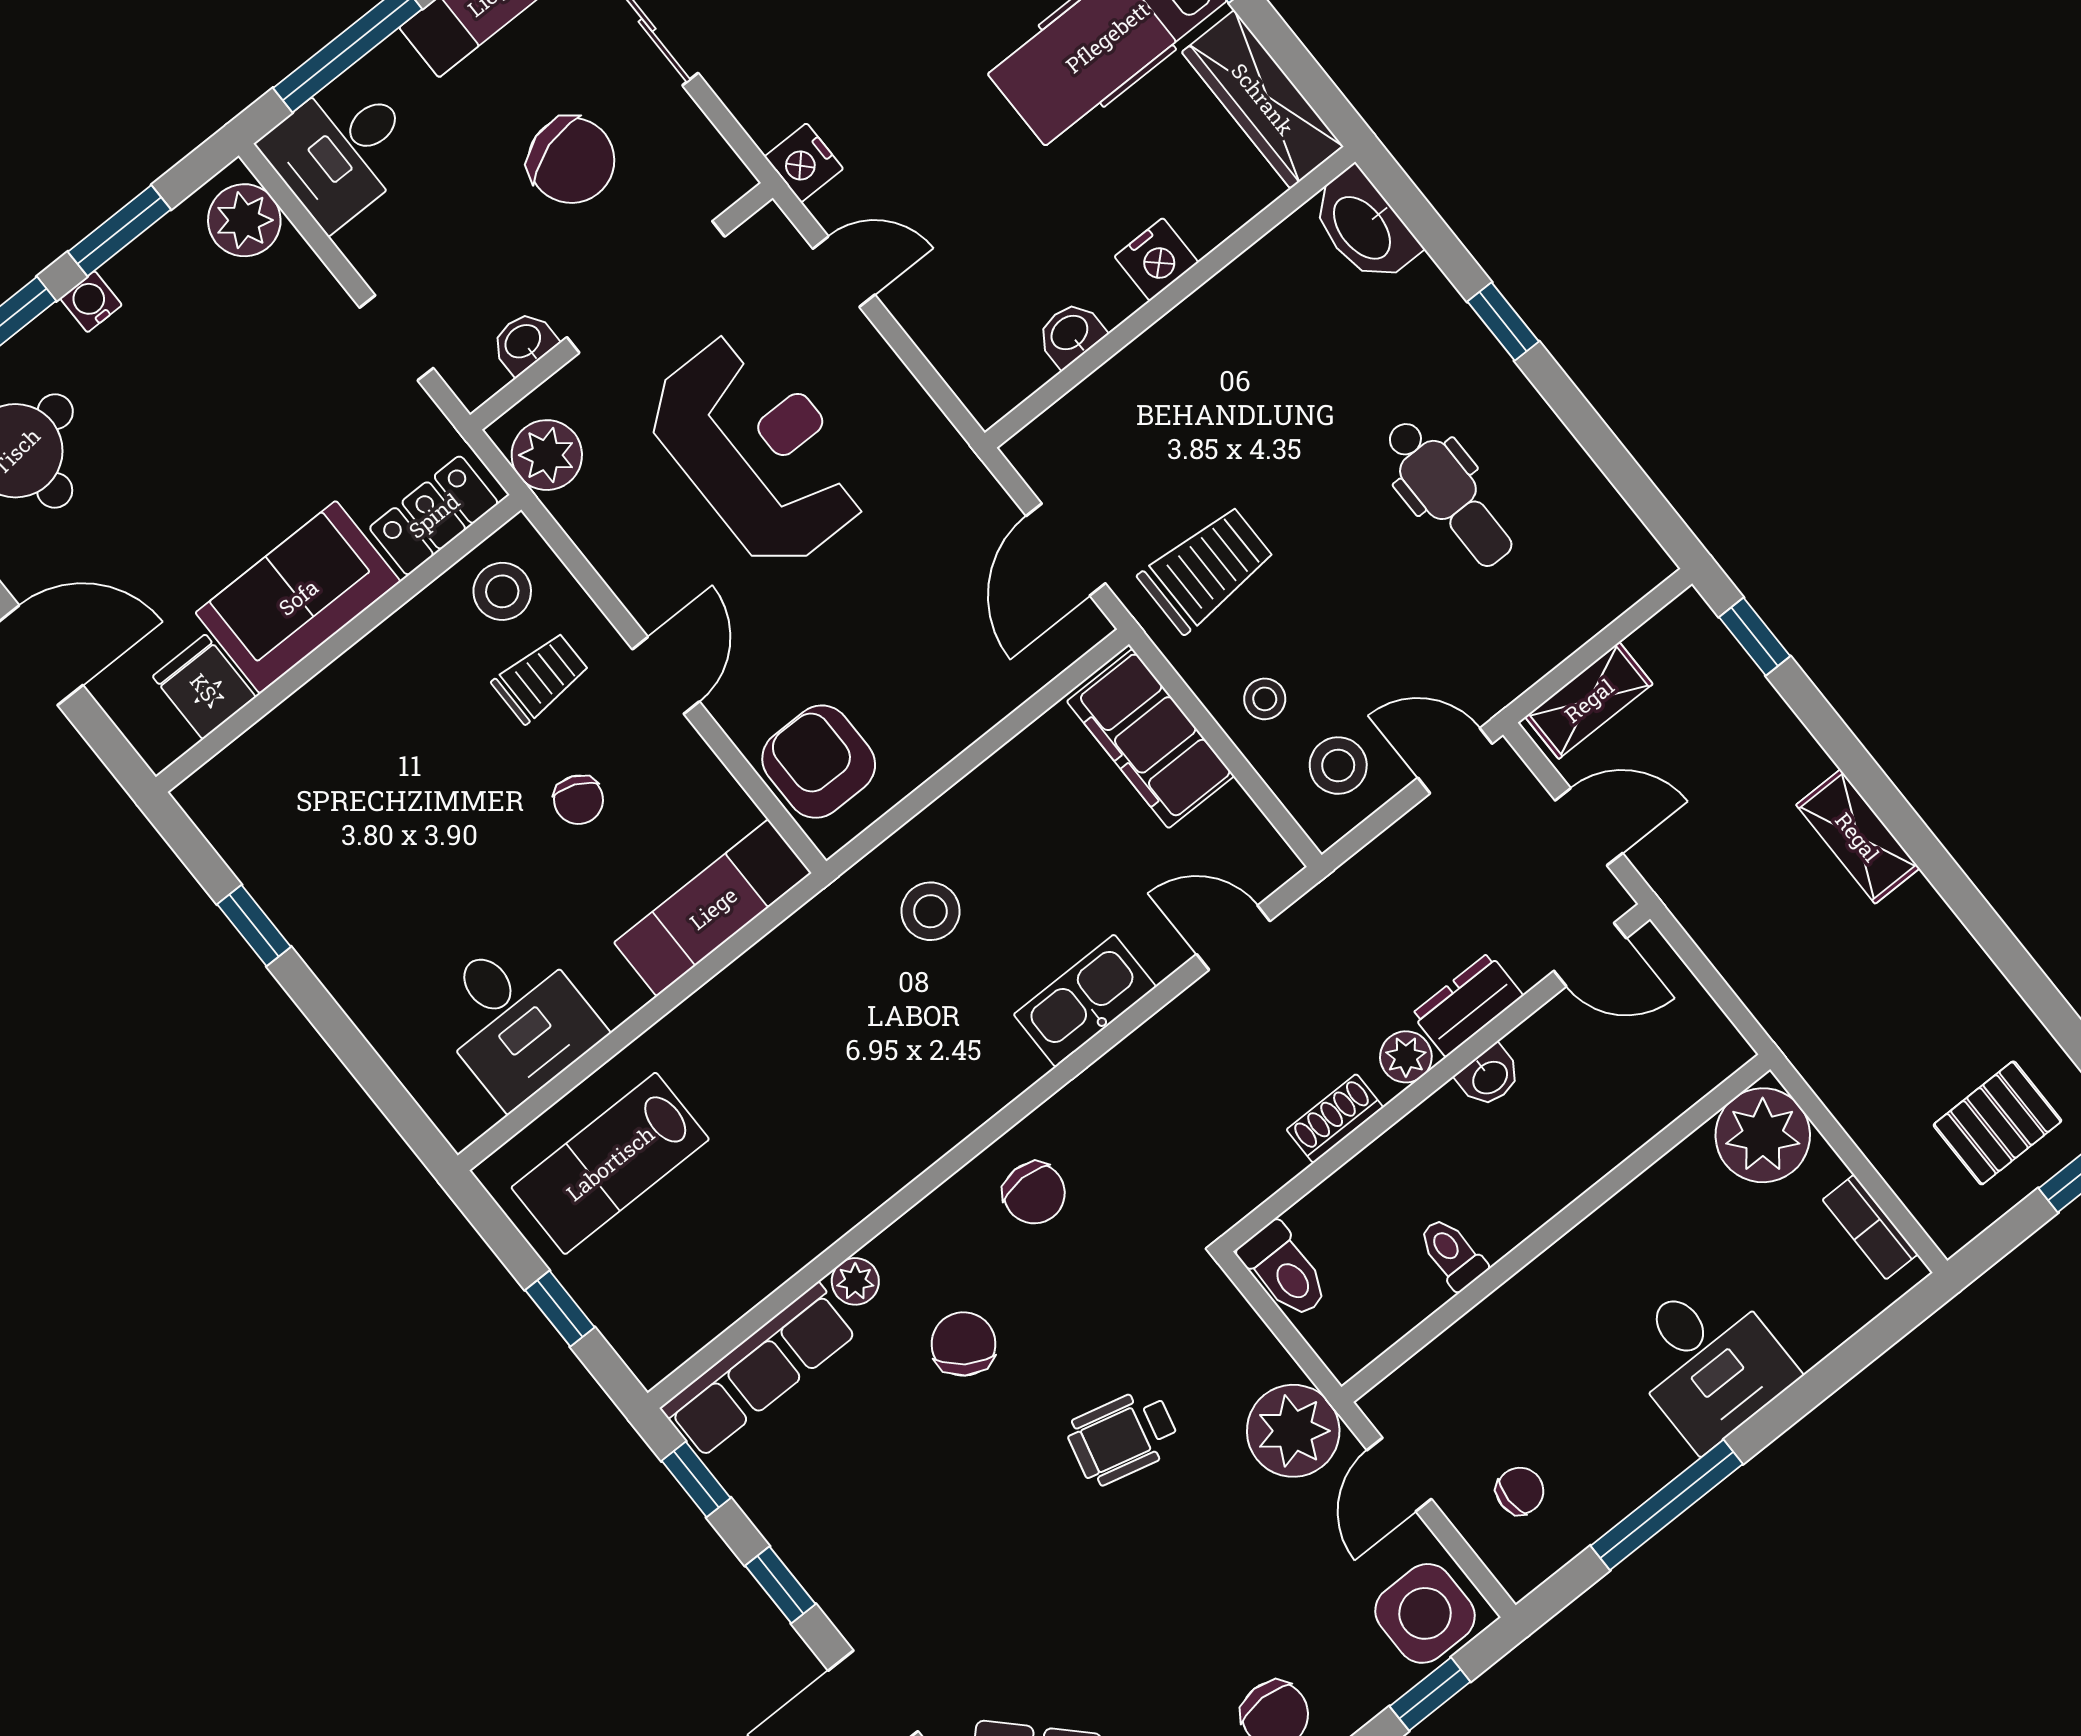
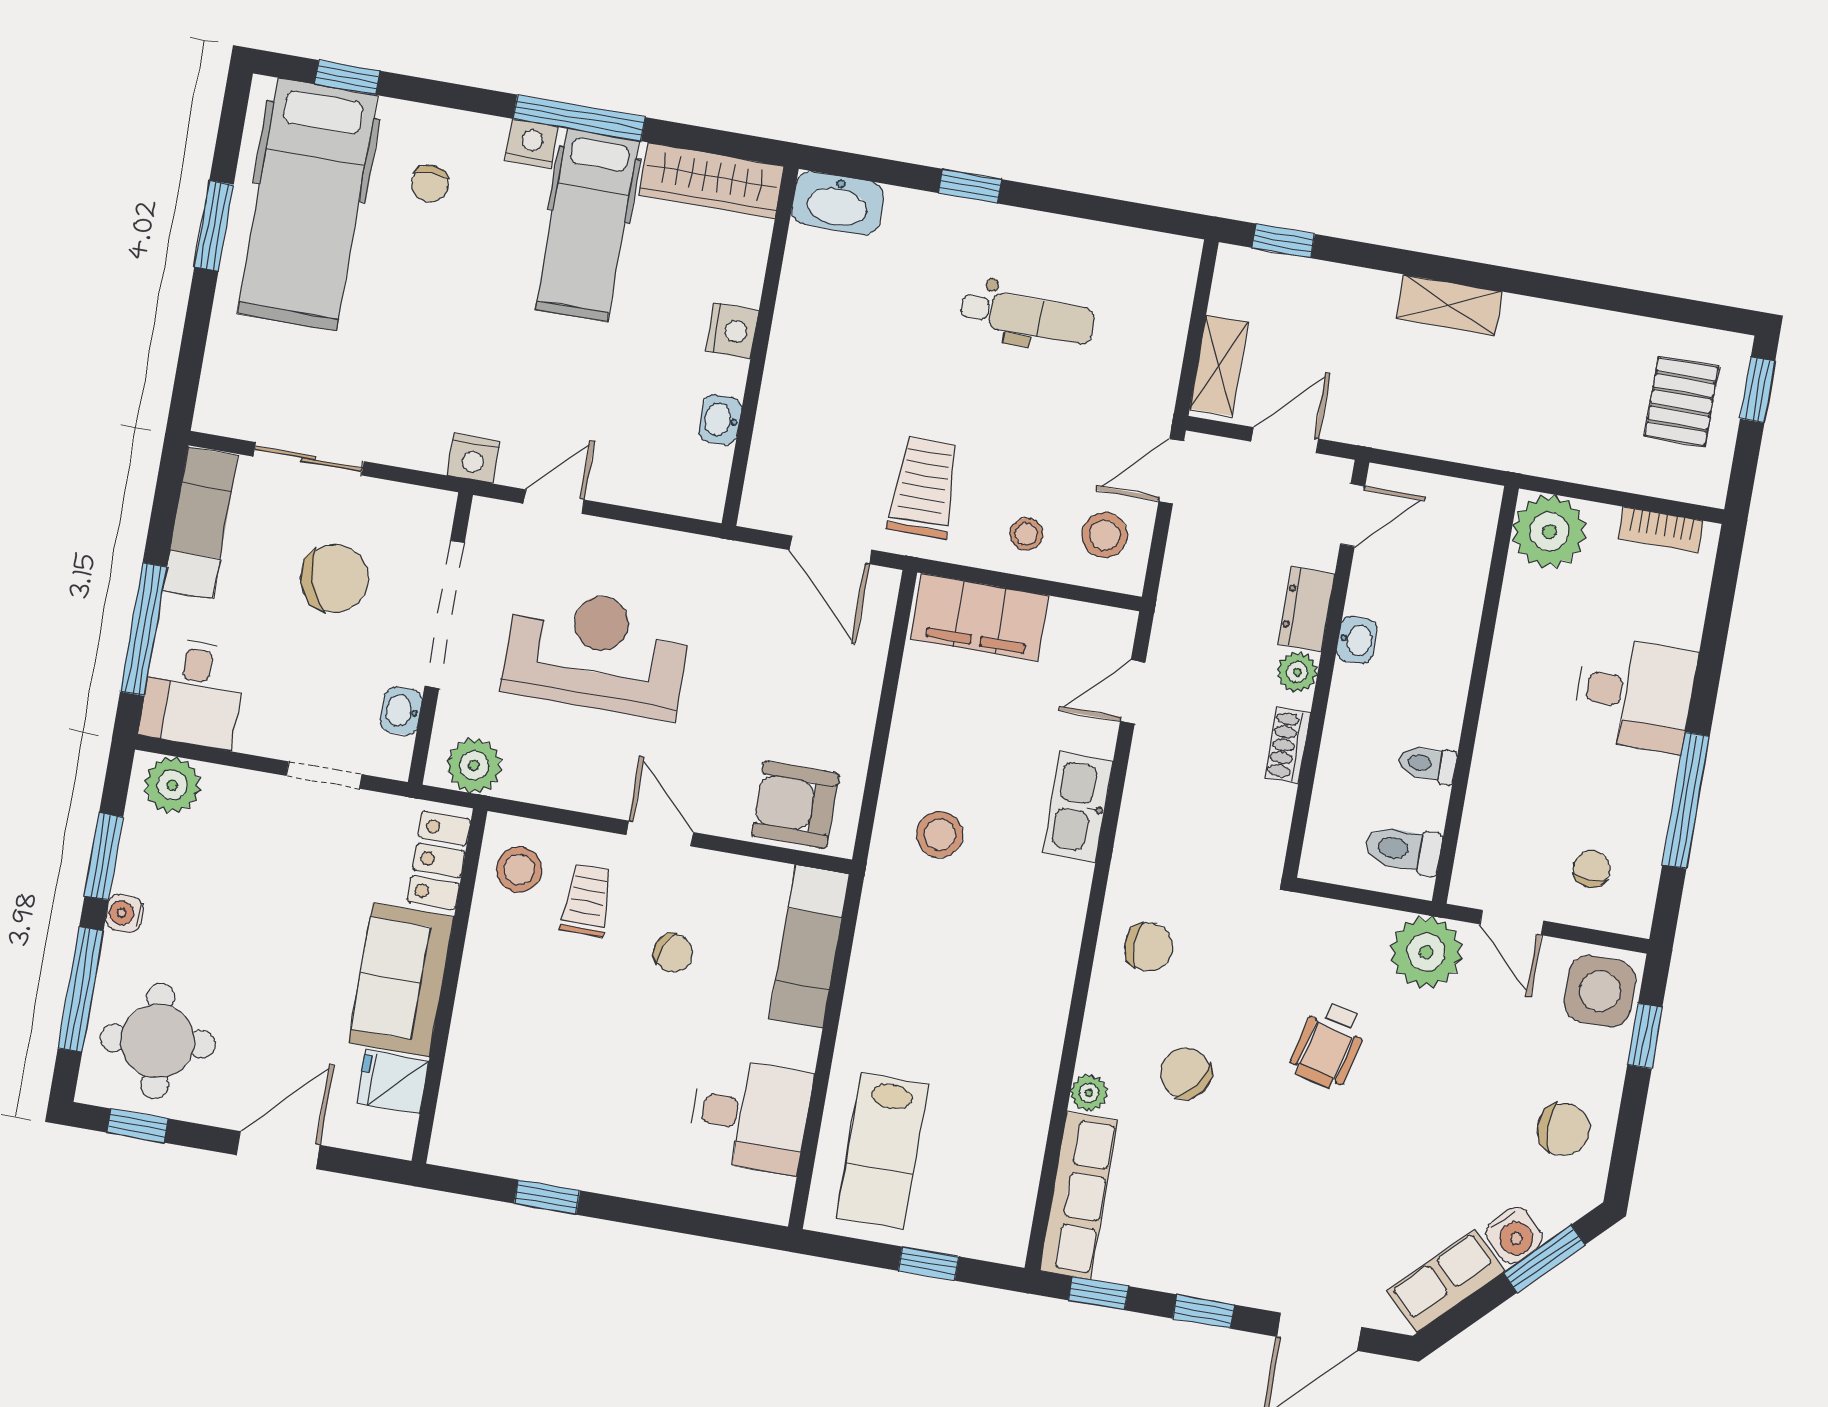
toilet: (1285, 1270) -> (1403, 849), moved, turned 180

